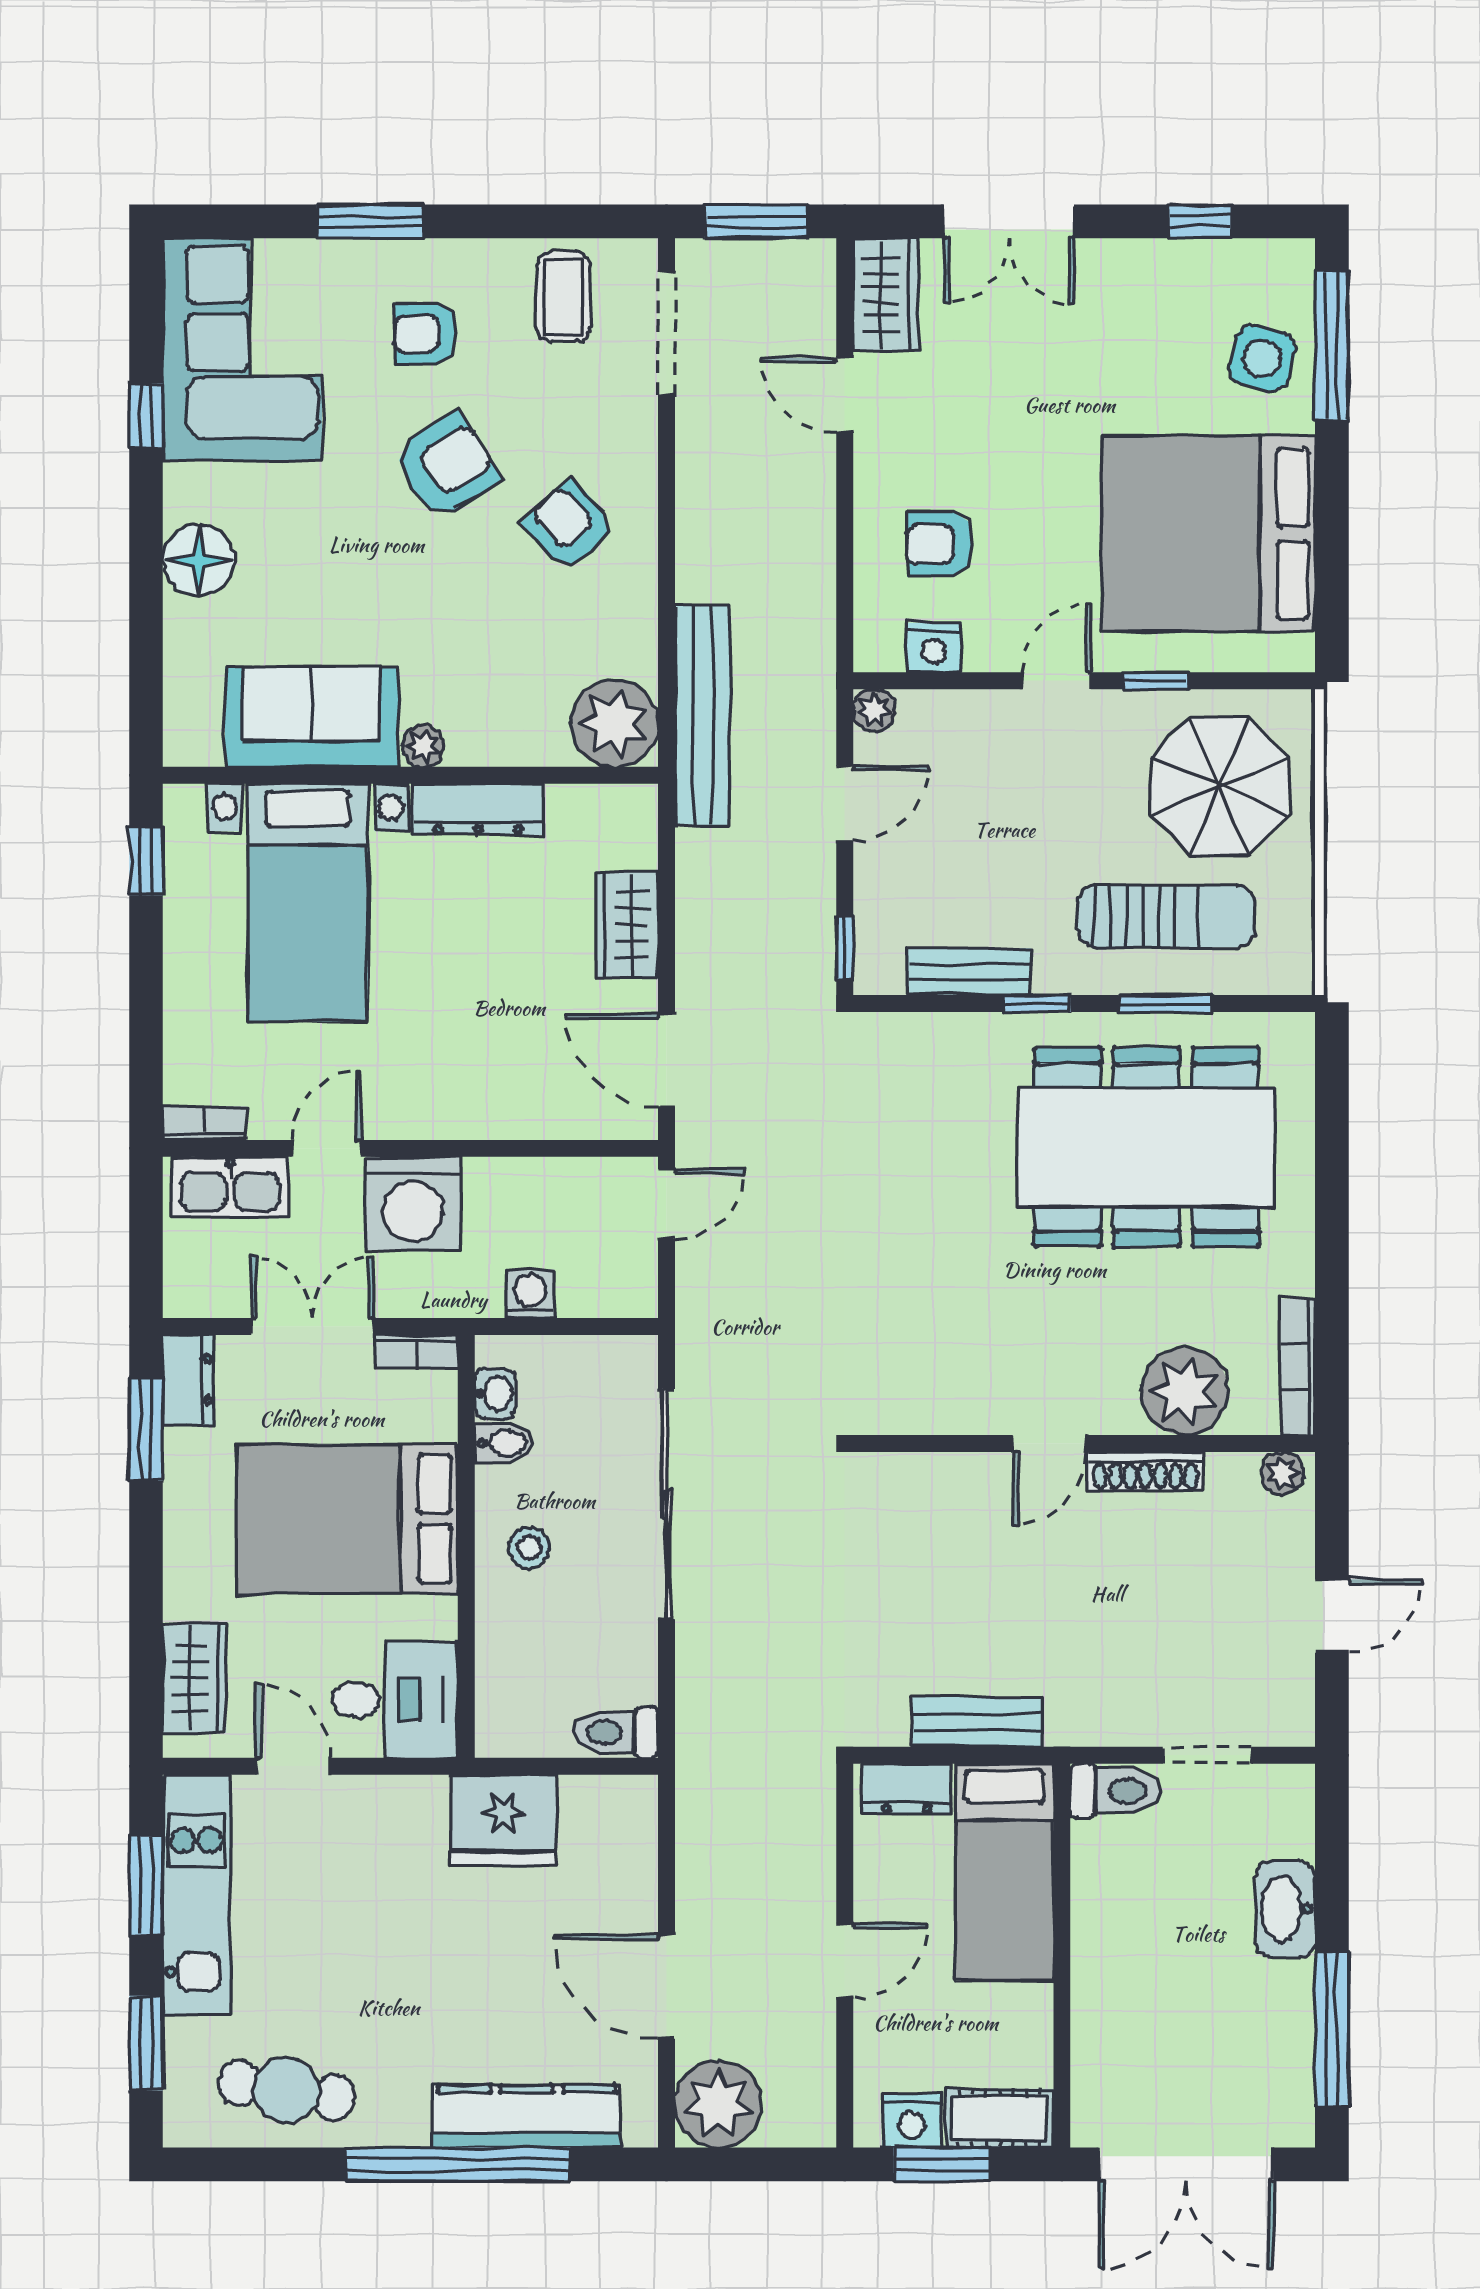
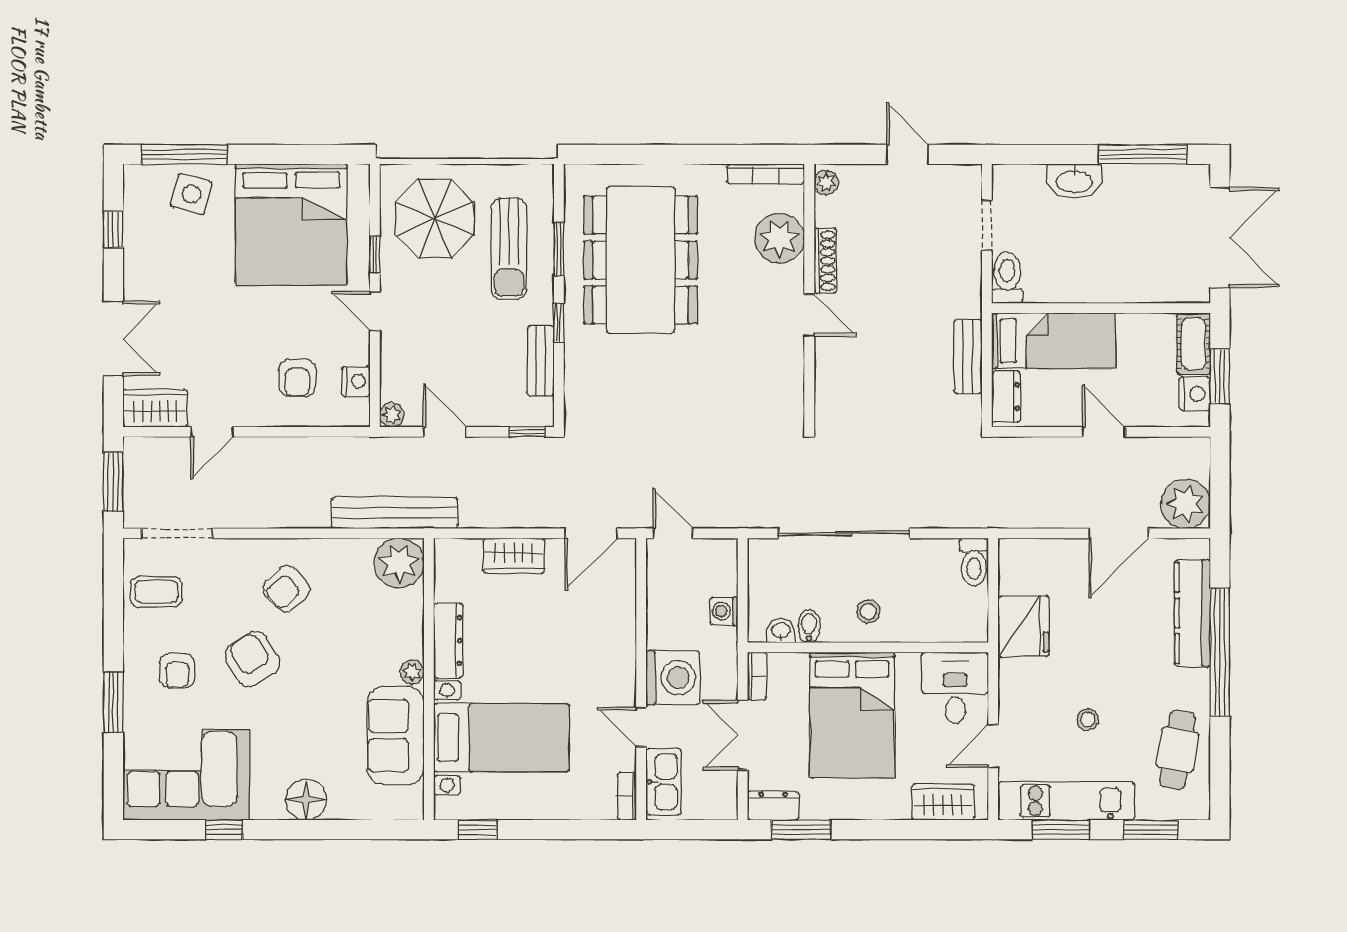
sun lounger: (1166, 916) -> (509, 249), turned 180
stool: (340, 1932) -> (1088, 720), added

